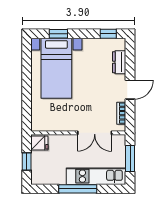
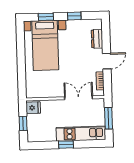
window: (108, 34) -> (74, 16), moved
double door: (95, 133) -> (79, 98), swing flipped
window: (78, 189) -> (66, 145), width x0.46

